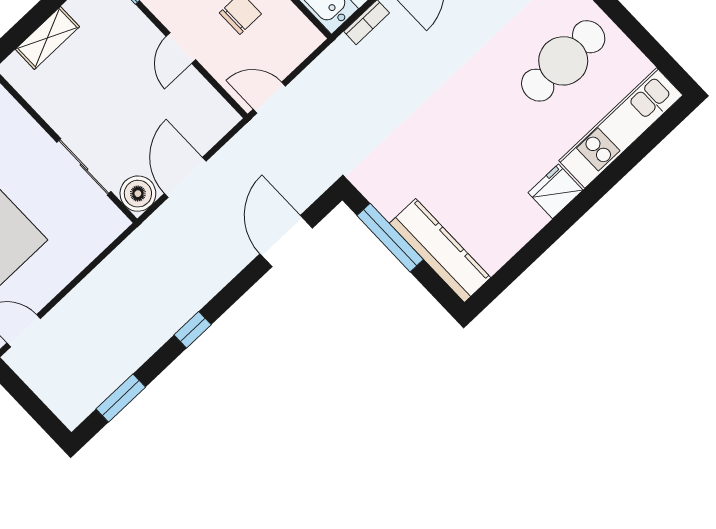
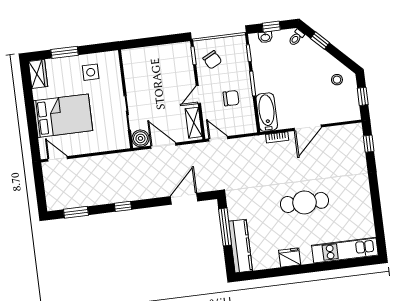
shelving: (47, 38) -> (194, 123), moved, turned 90
cafe table: (563, 61) -> (304, 202), moved
door: (185, 177) -> (163, 146), hinge flipped
fridge: (556, 191) -> (290, 258), moved

